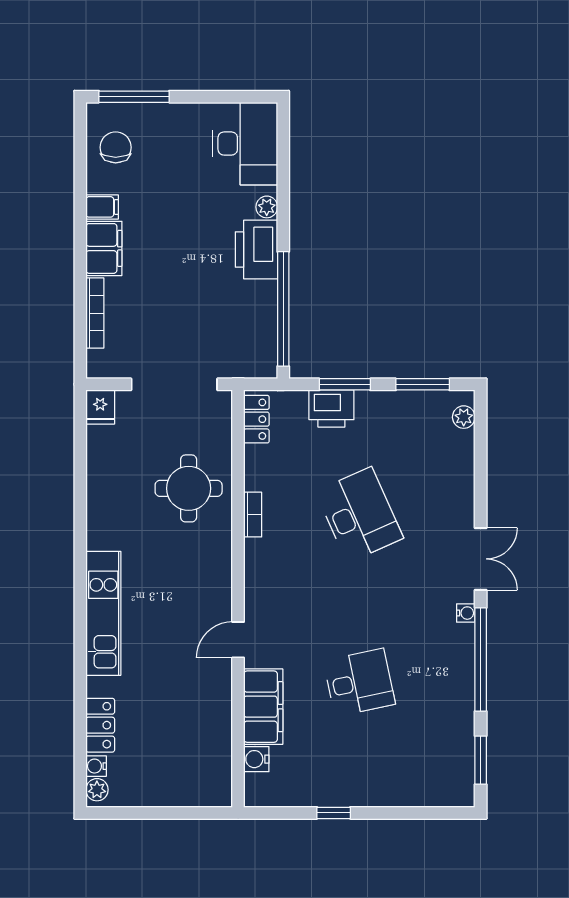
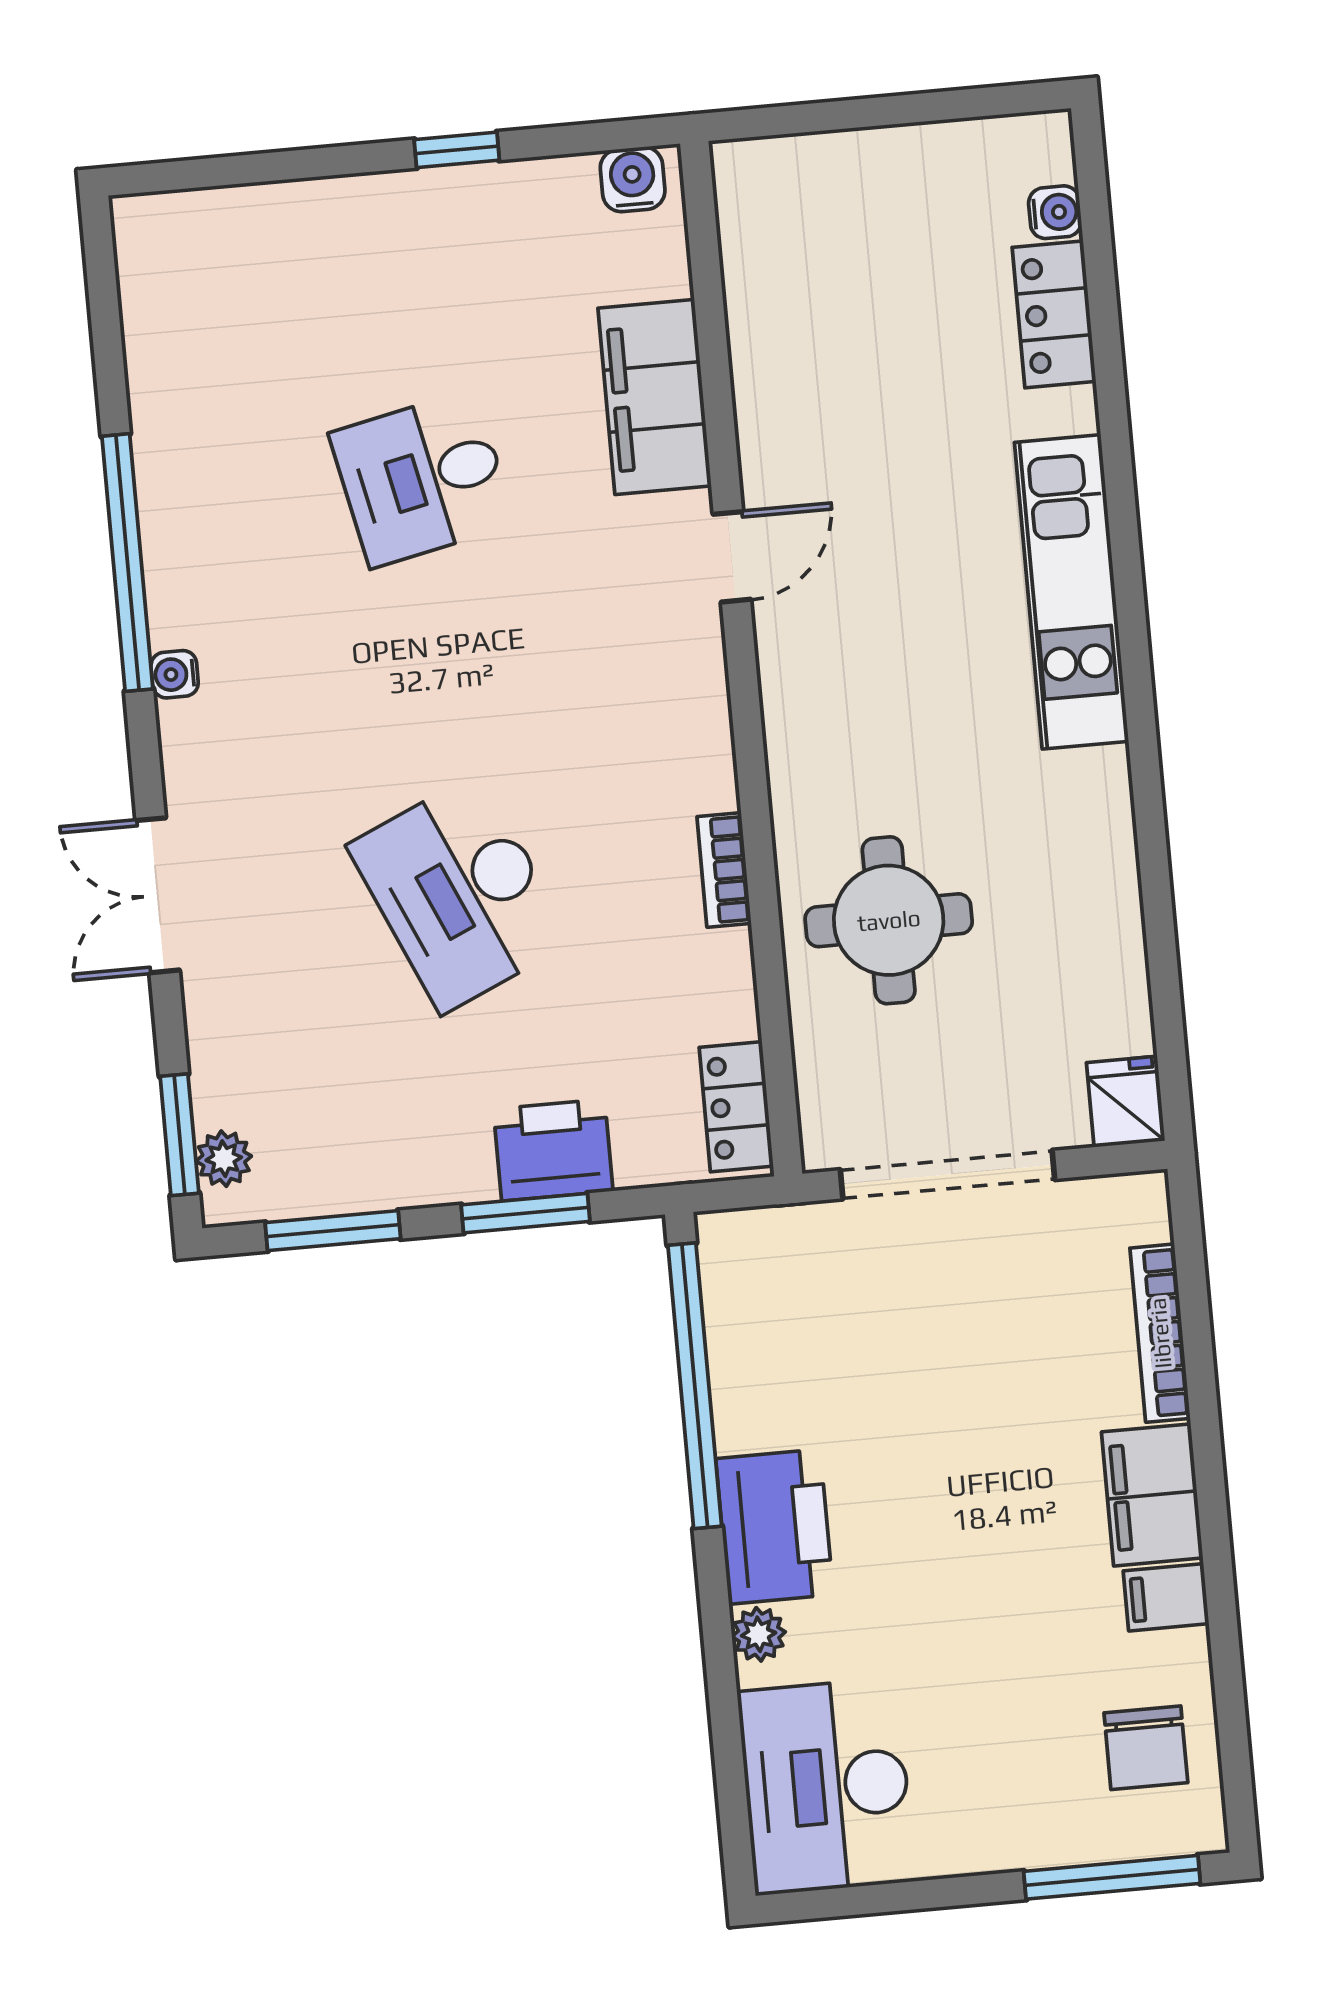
double door: (481, 559) -> (158, 895), moved
water cooler: (256, 759) -> (633, 179), moved, turned -90
window: (481, 760) -> (179, 1135), moved
plant: (97, 790) -> (1047, 154), removed

